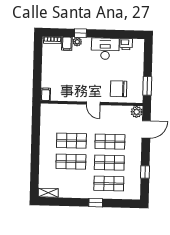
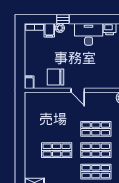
chair: (119, 89) -> (55, 77), moved
shop shelf: (71, 141) -> (57, 129), removed

